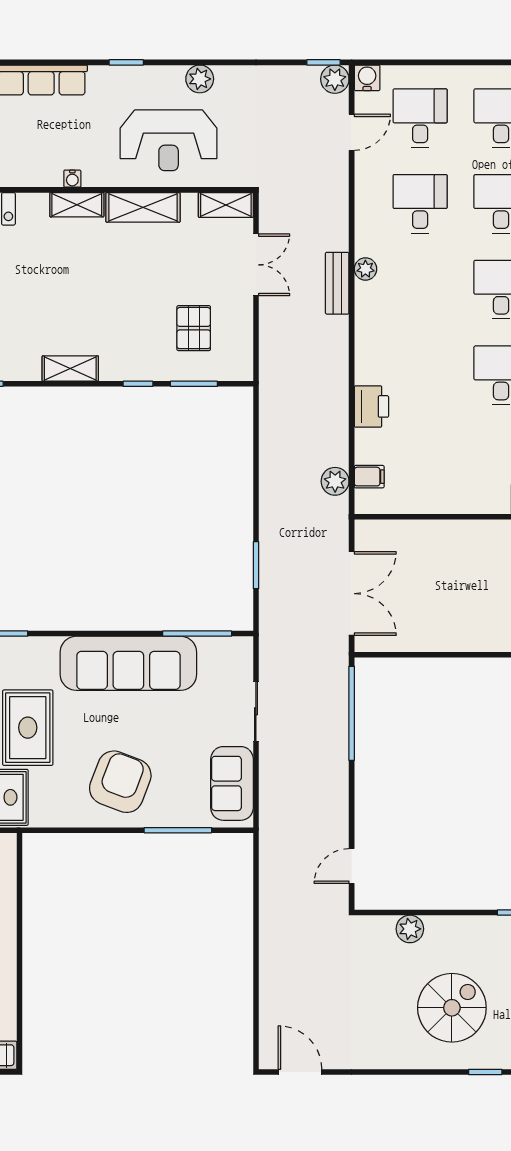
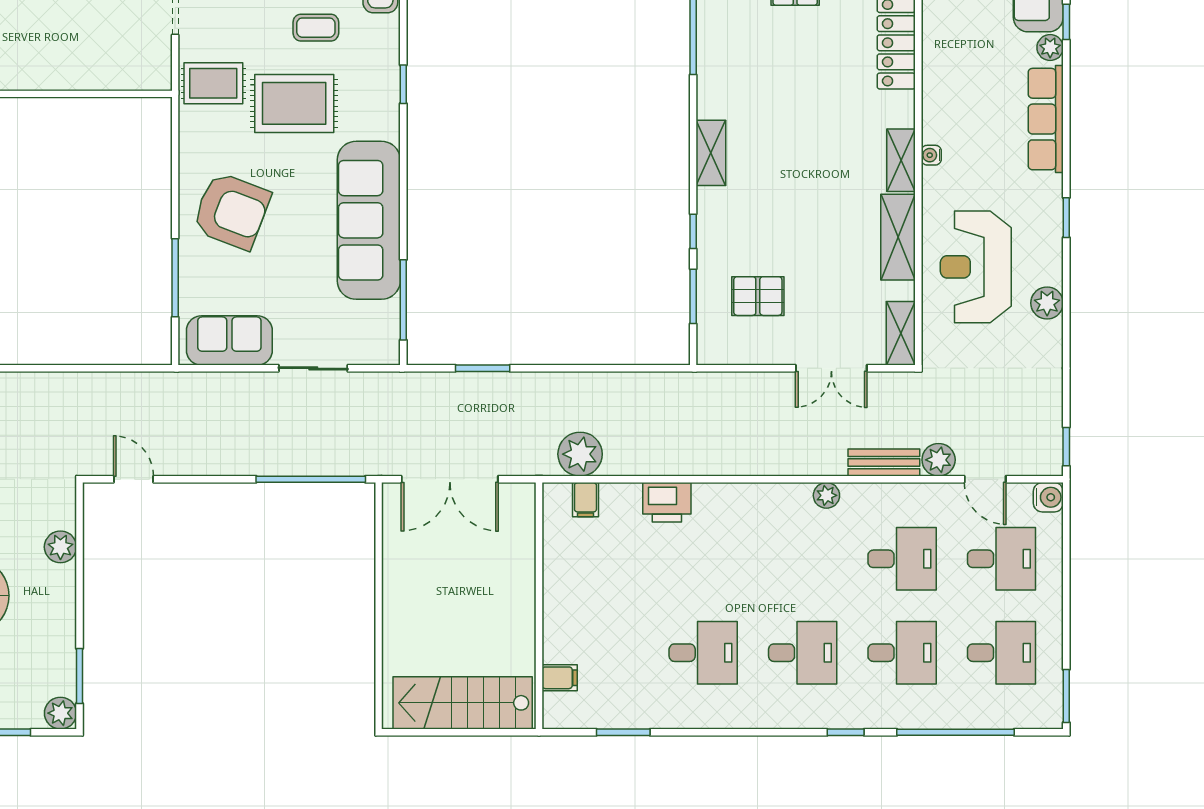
plant: (335, 79) -> (939, 460), moved
bench: (337, 283) -> (884, 463), moved
plant: (335, 481) -> (580, 454), width x1.36, depth x1.36

